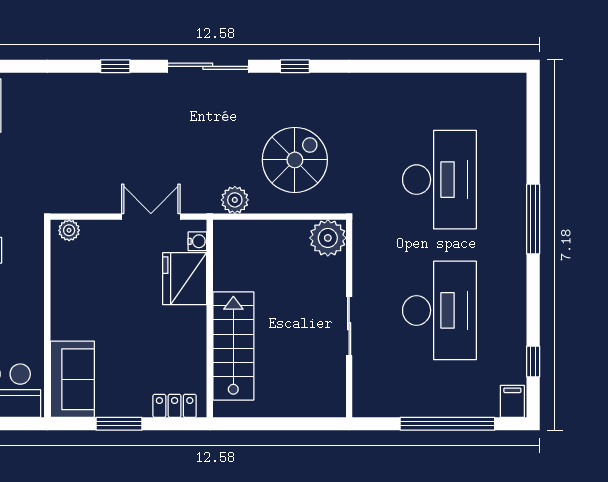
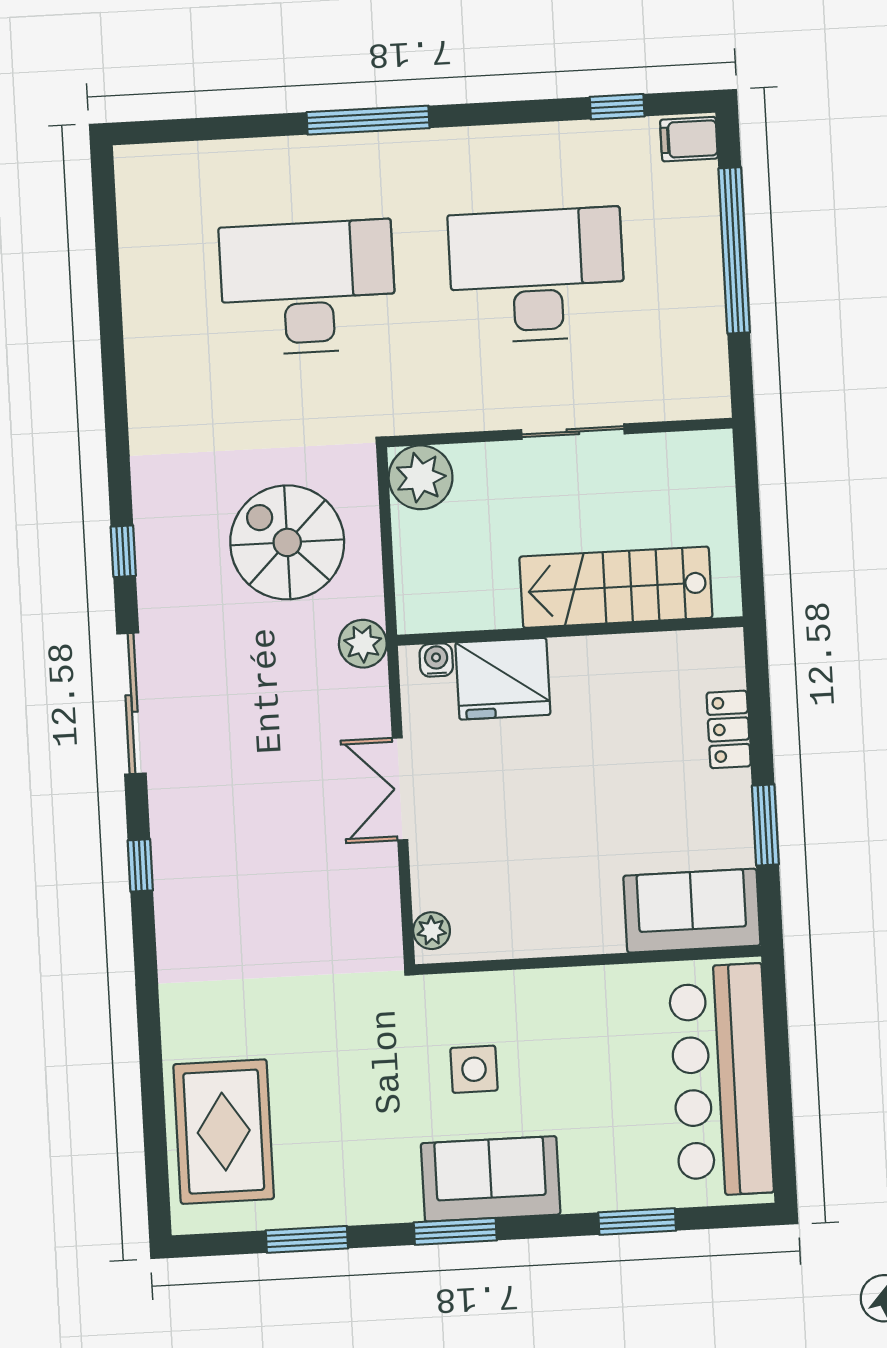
water cooler: (197, 241) -> (436, 660), moved
fridge: (185, 279) -> (503, 679), moved
wall: (210, 319) -> (570, 631), moved
stairs: (233, 346) -> (616, 587), moved

